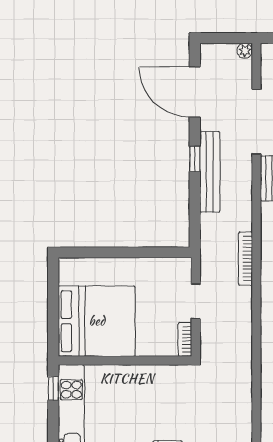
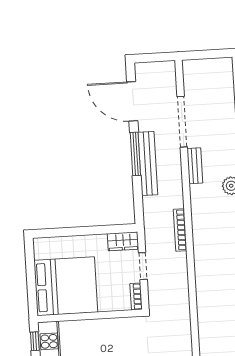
plant: (245, 51) -> (170, 67), removed
window: (195, 159) -> (135, 154), width x2.17
wardrobe: (172, 269) -> (123, 241), added

